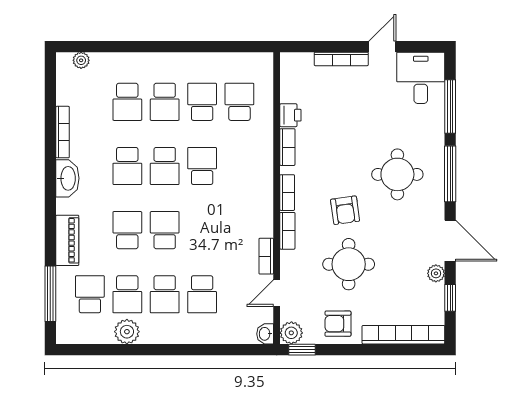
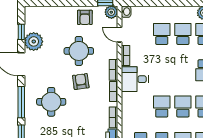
school desk: (202, 166) -> (162, 107), turned 180
desk: (250, 214) -> (135, 79), added
school desk: (165, 230) -> (183, 70), removed
plant: (436, 273) -> (34, 41), width x1.88, depth x1.88
door: (277, 293) -> (120, 35), swing flipped
armchair: (338, 324) -> (85, 17), turned 90
bookcase: (403, 335) -> (48, 11), removed

